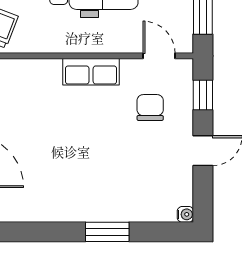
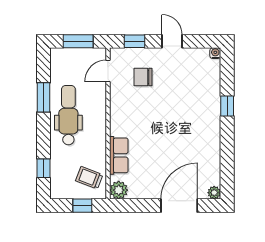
row of seats: (91, 72) -> (119, 155), moved
window: (107, 232) -> (227, 106), width x0.67

